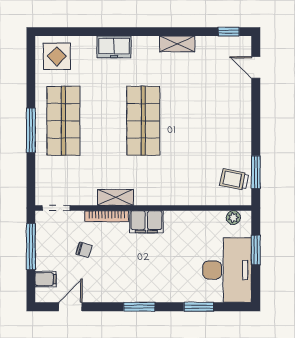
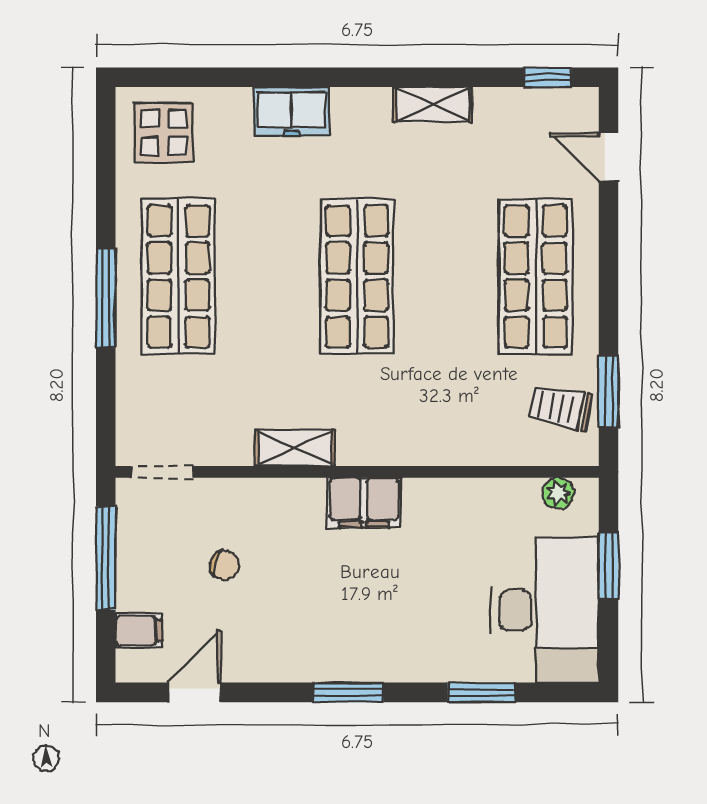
shop shelf: (223, 121) -> (536, 277), added
bookcase: (107, 216) -> (275, 490), removed

